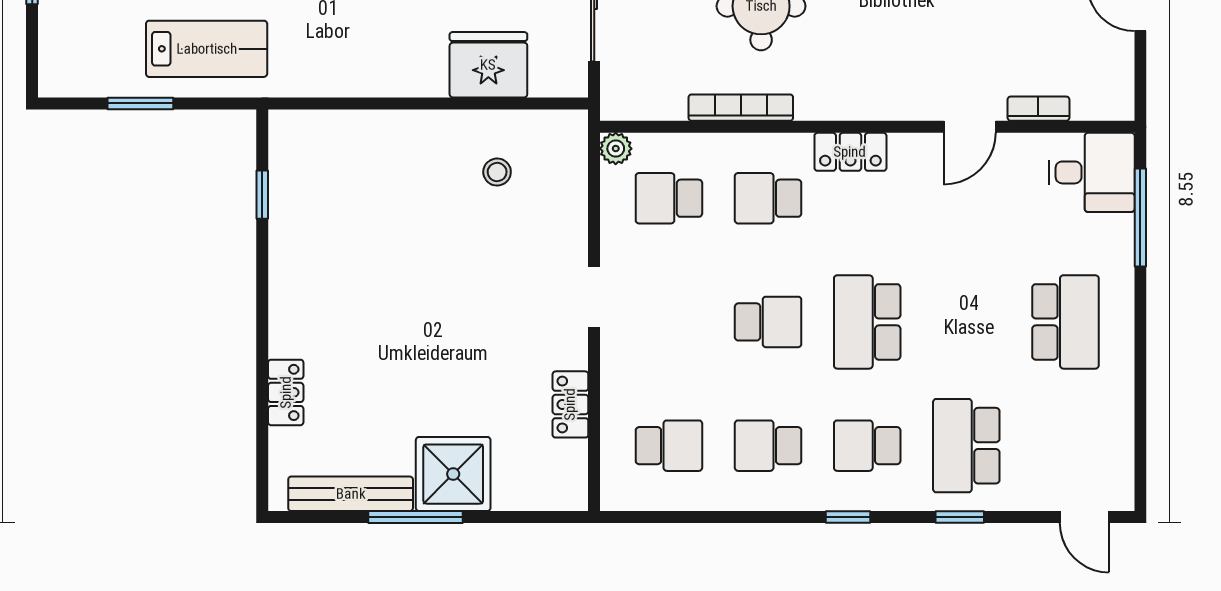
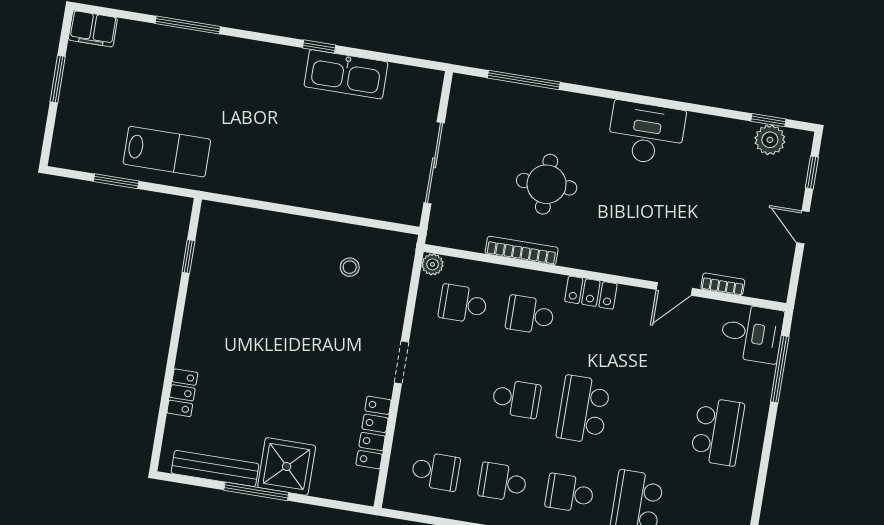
fridge: (488, 65) -> (356, 194), removed
locker: (570, 404) -> (374, 432), width x1.53

